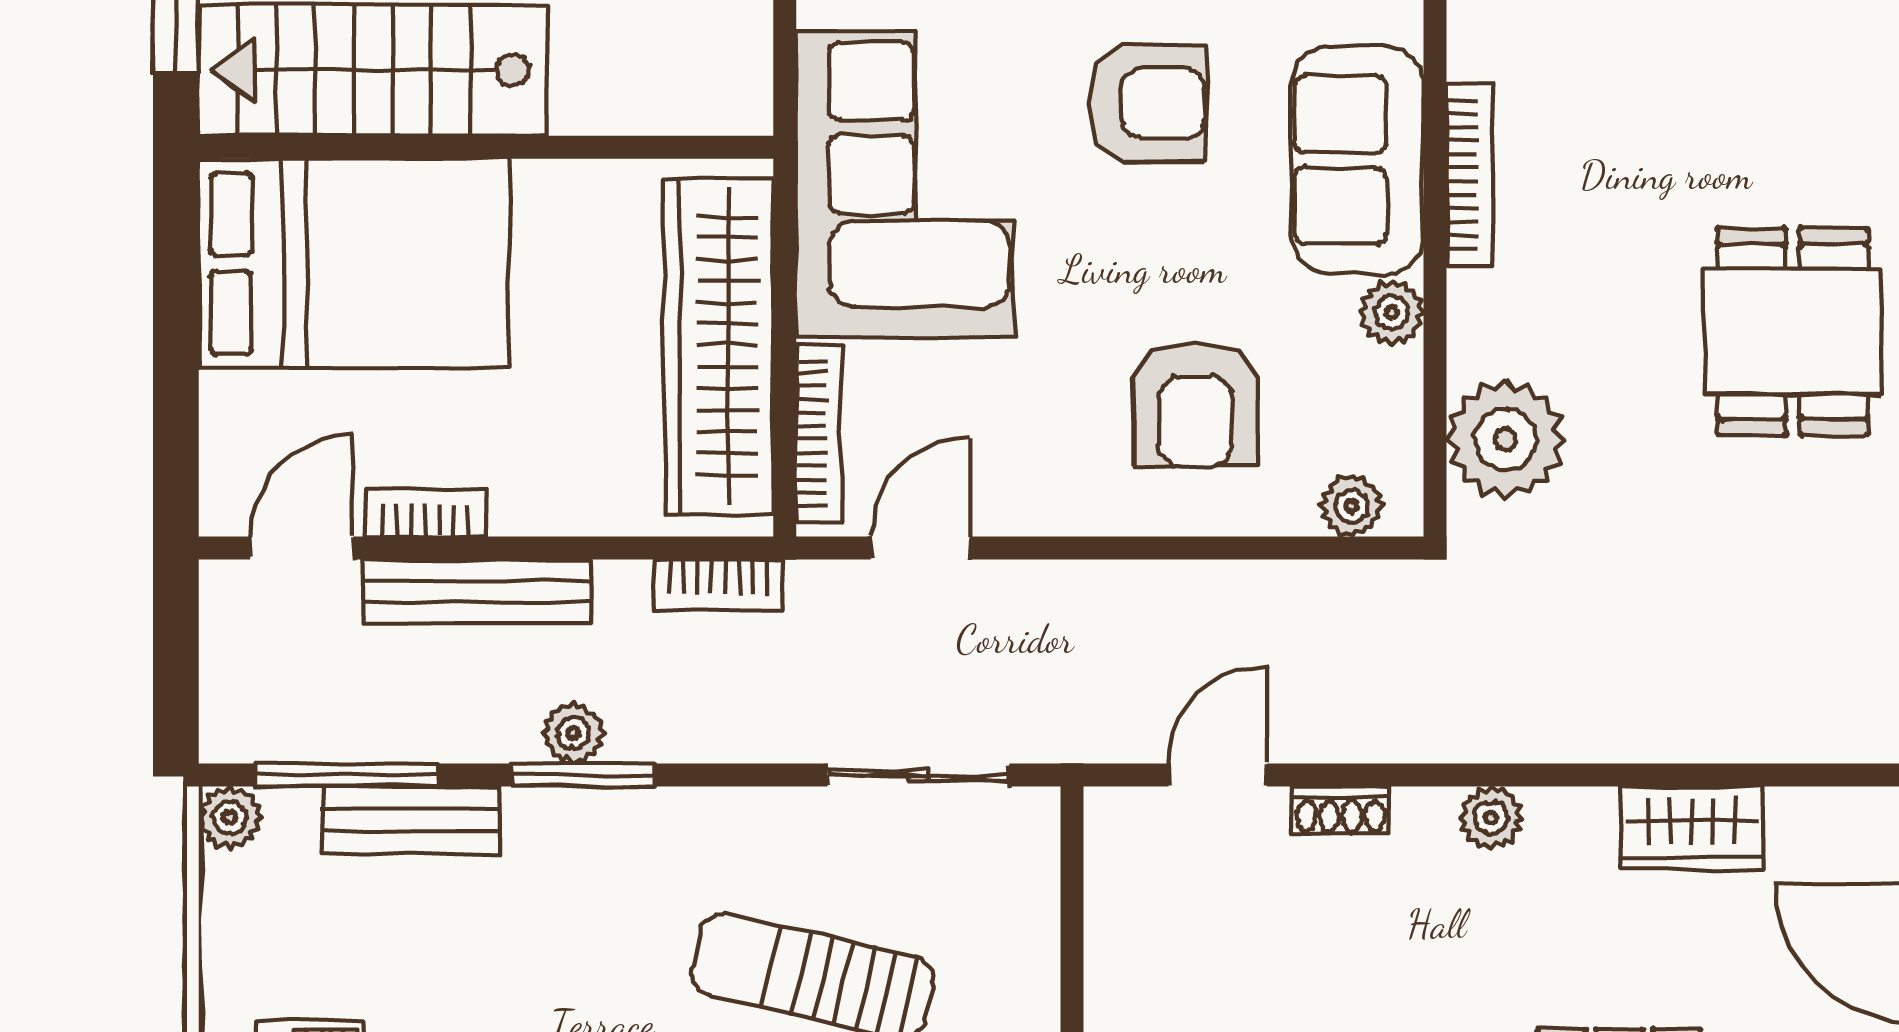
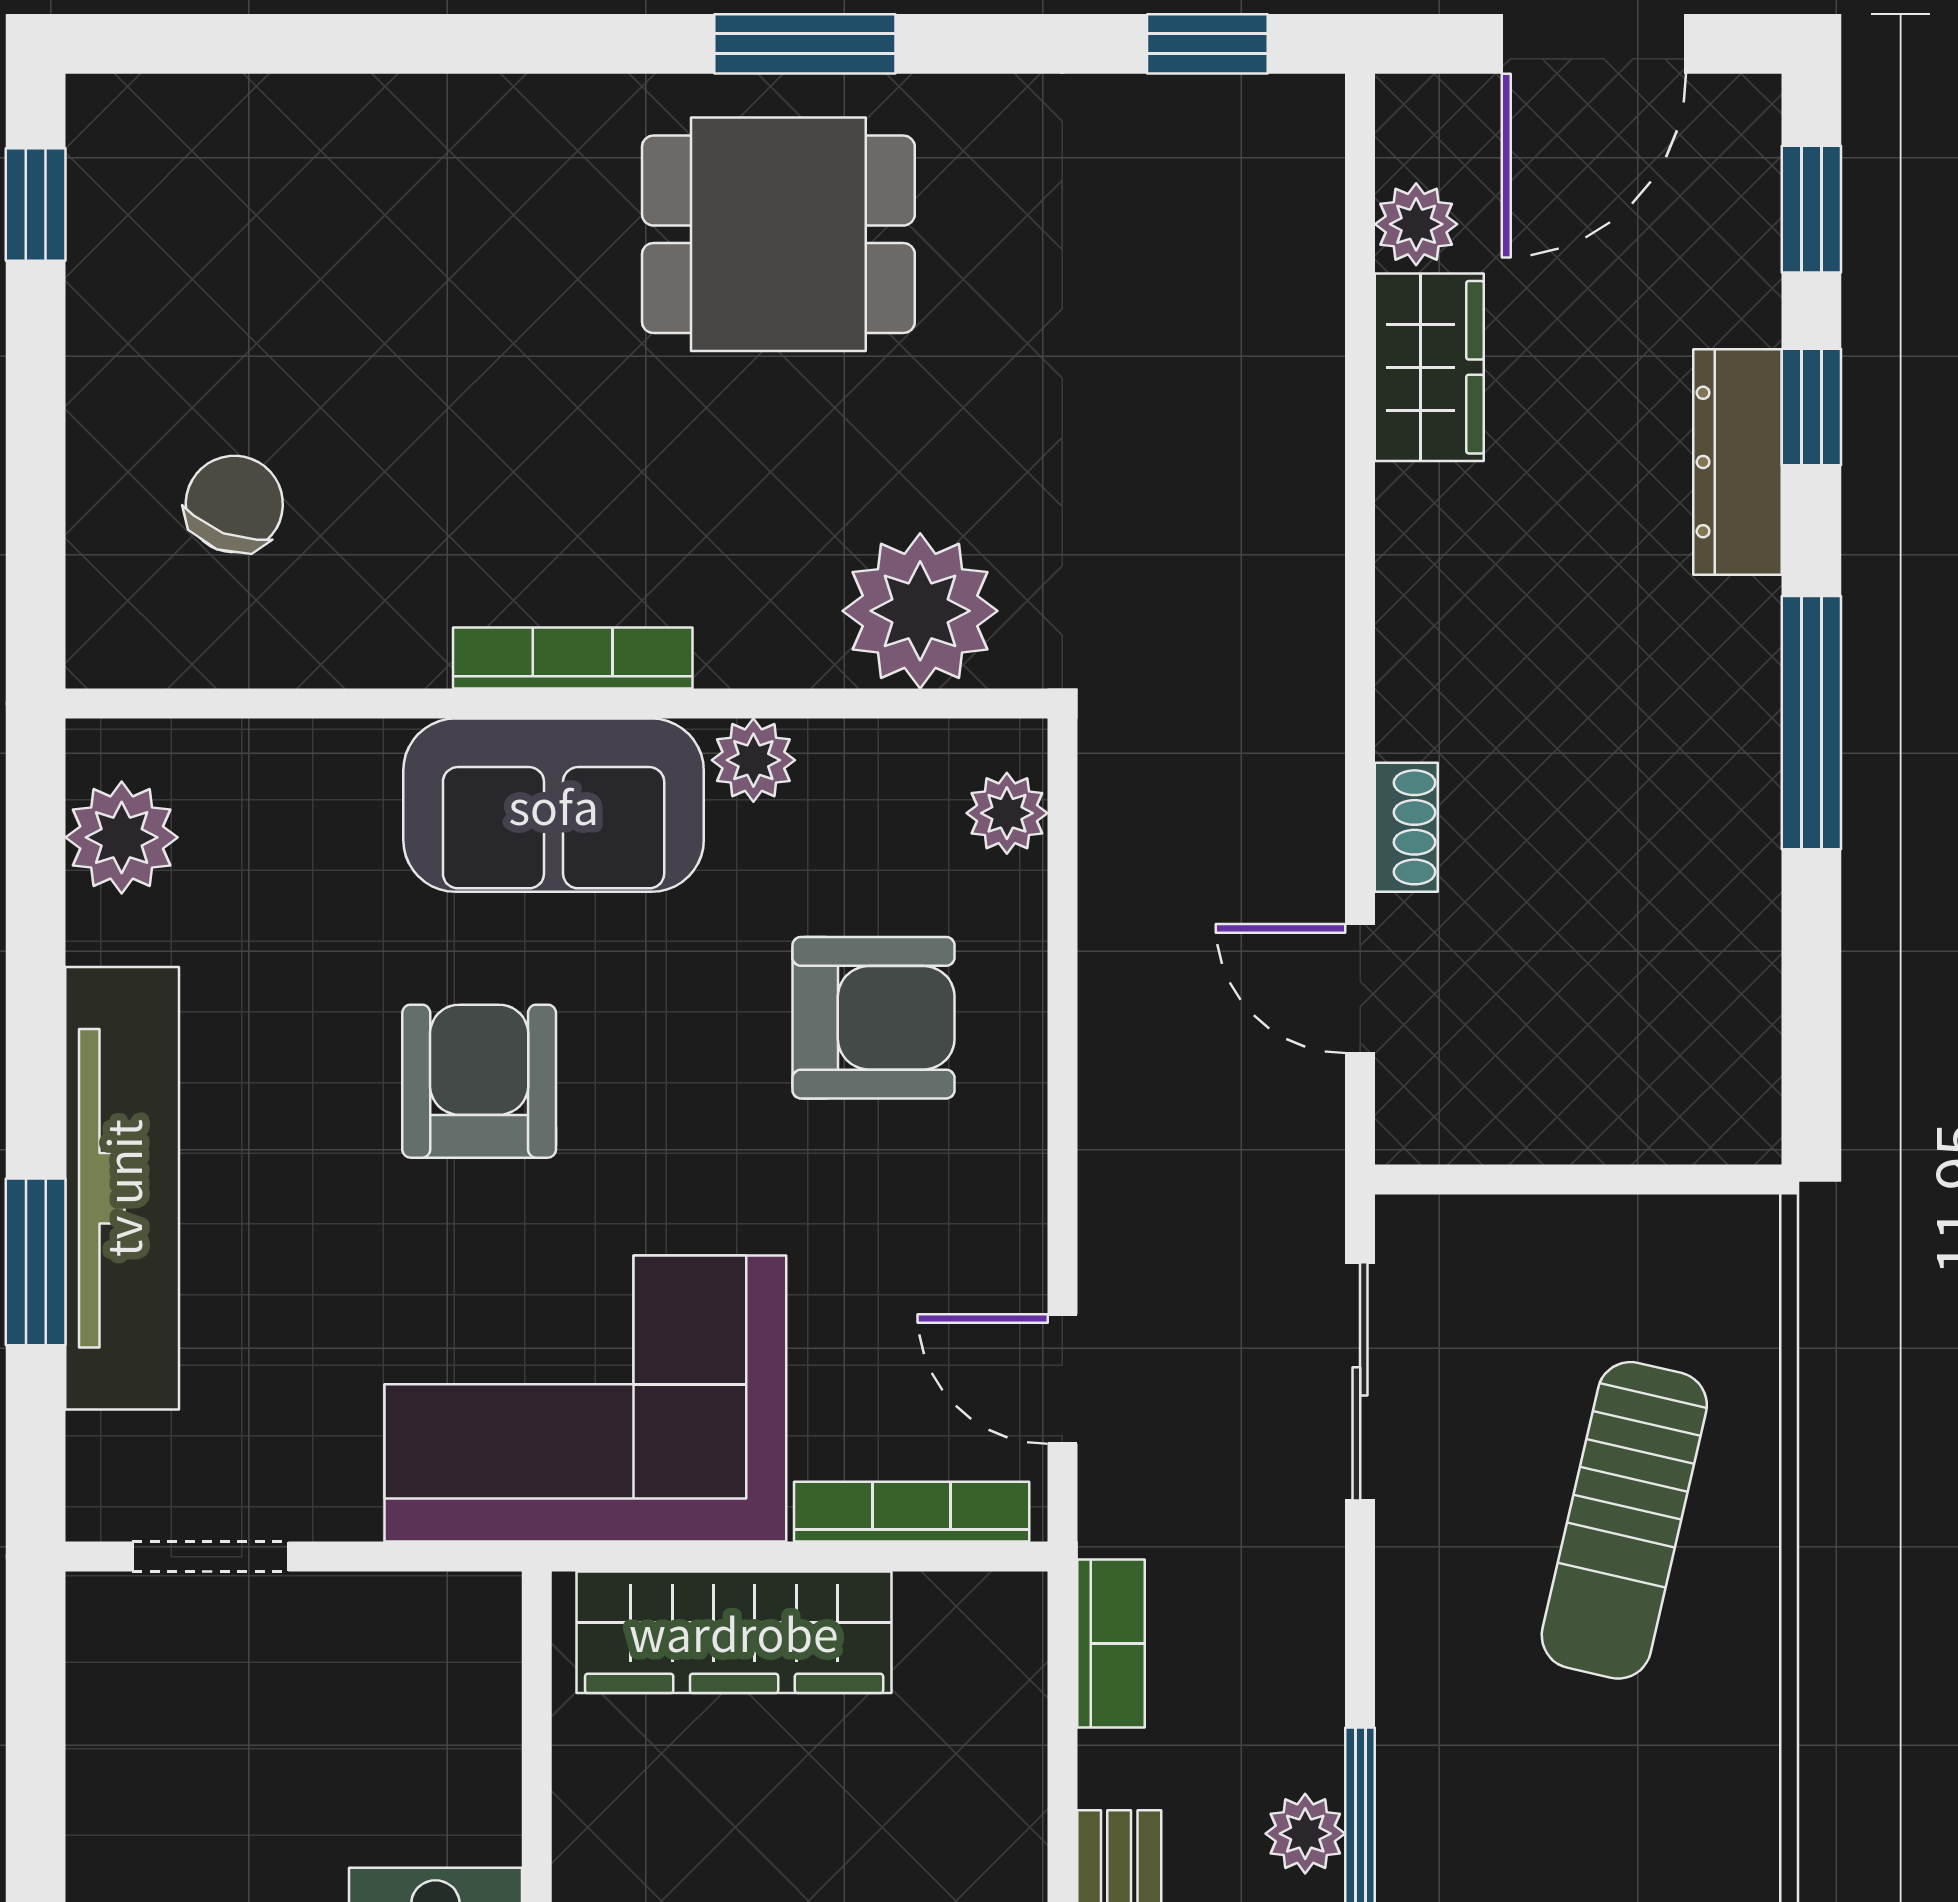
wardrobe: (719, 346) -> (734, 1632), width x0.71, depth x0.85
plant: (1491, 818) -> (1416, 224), moved

